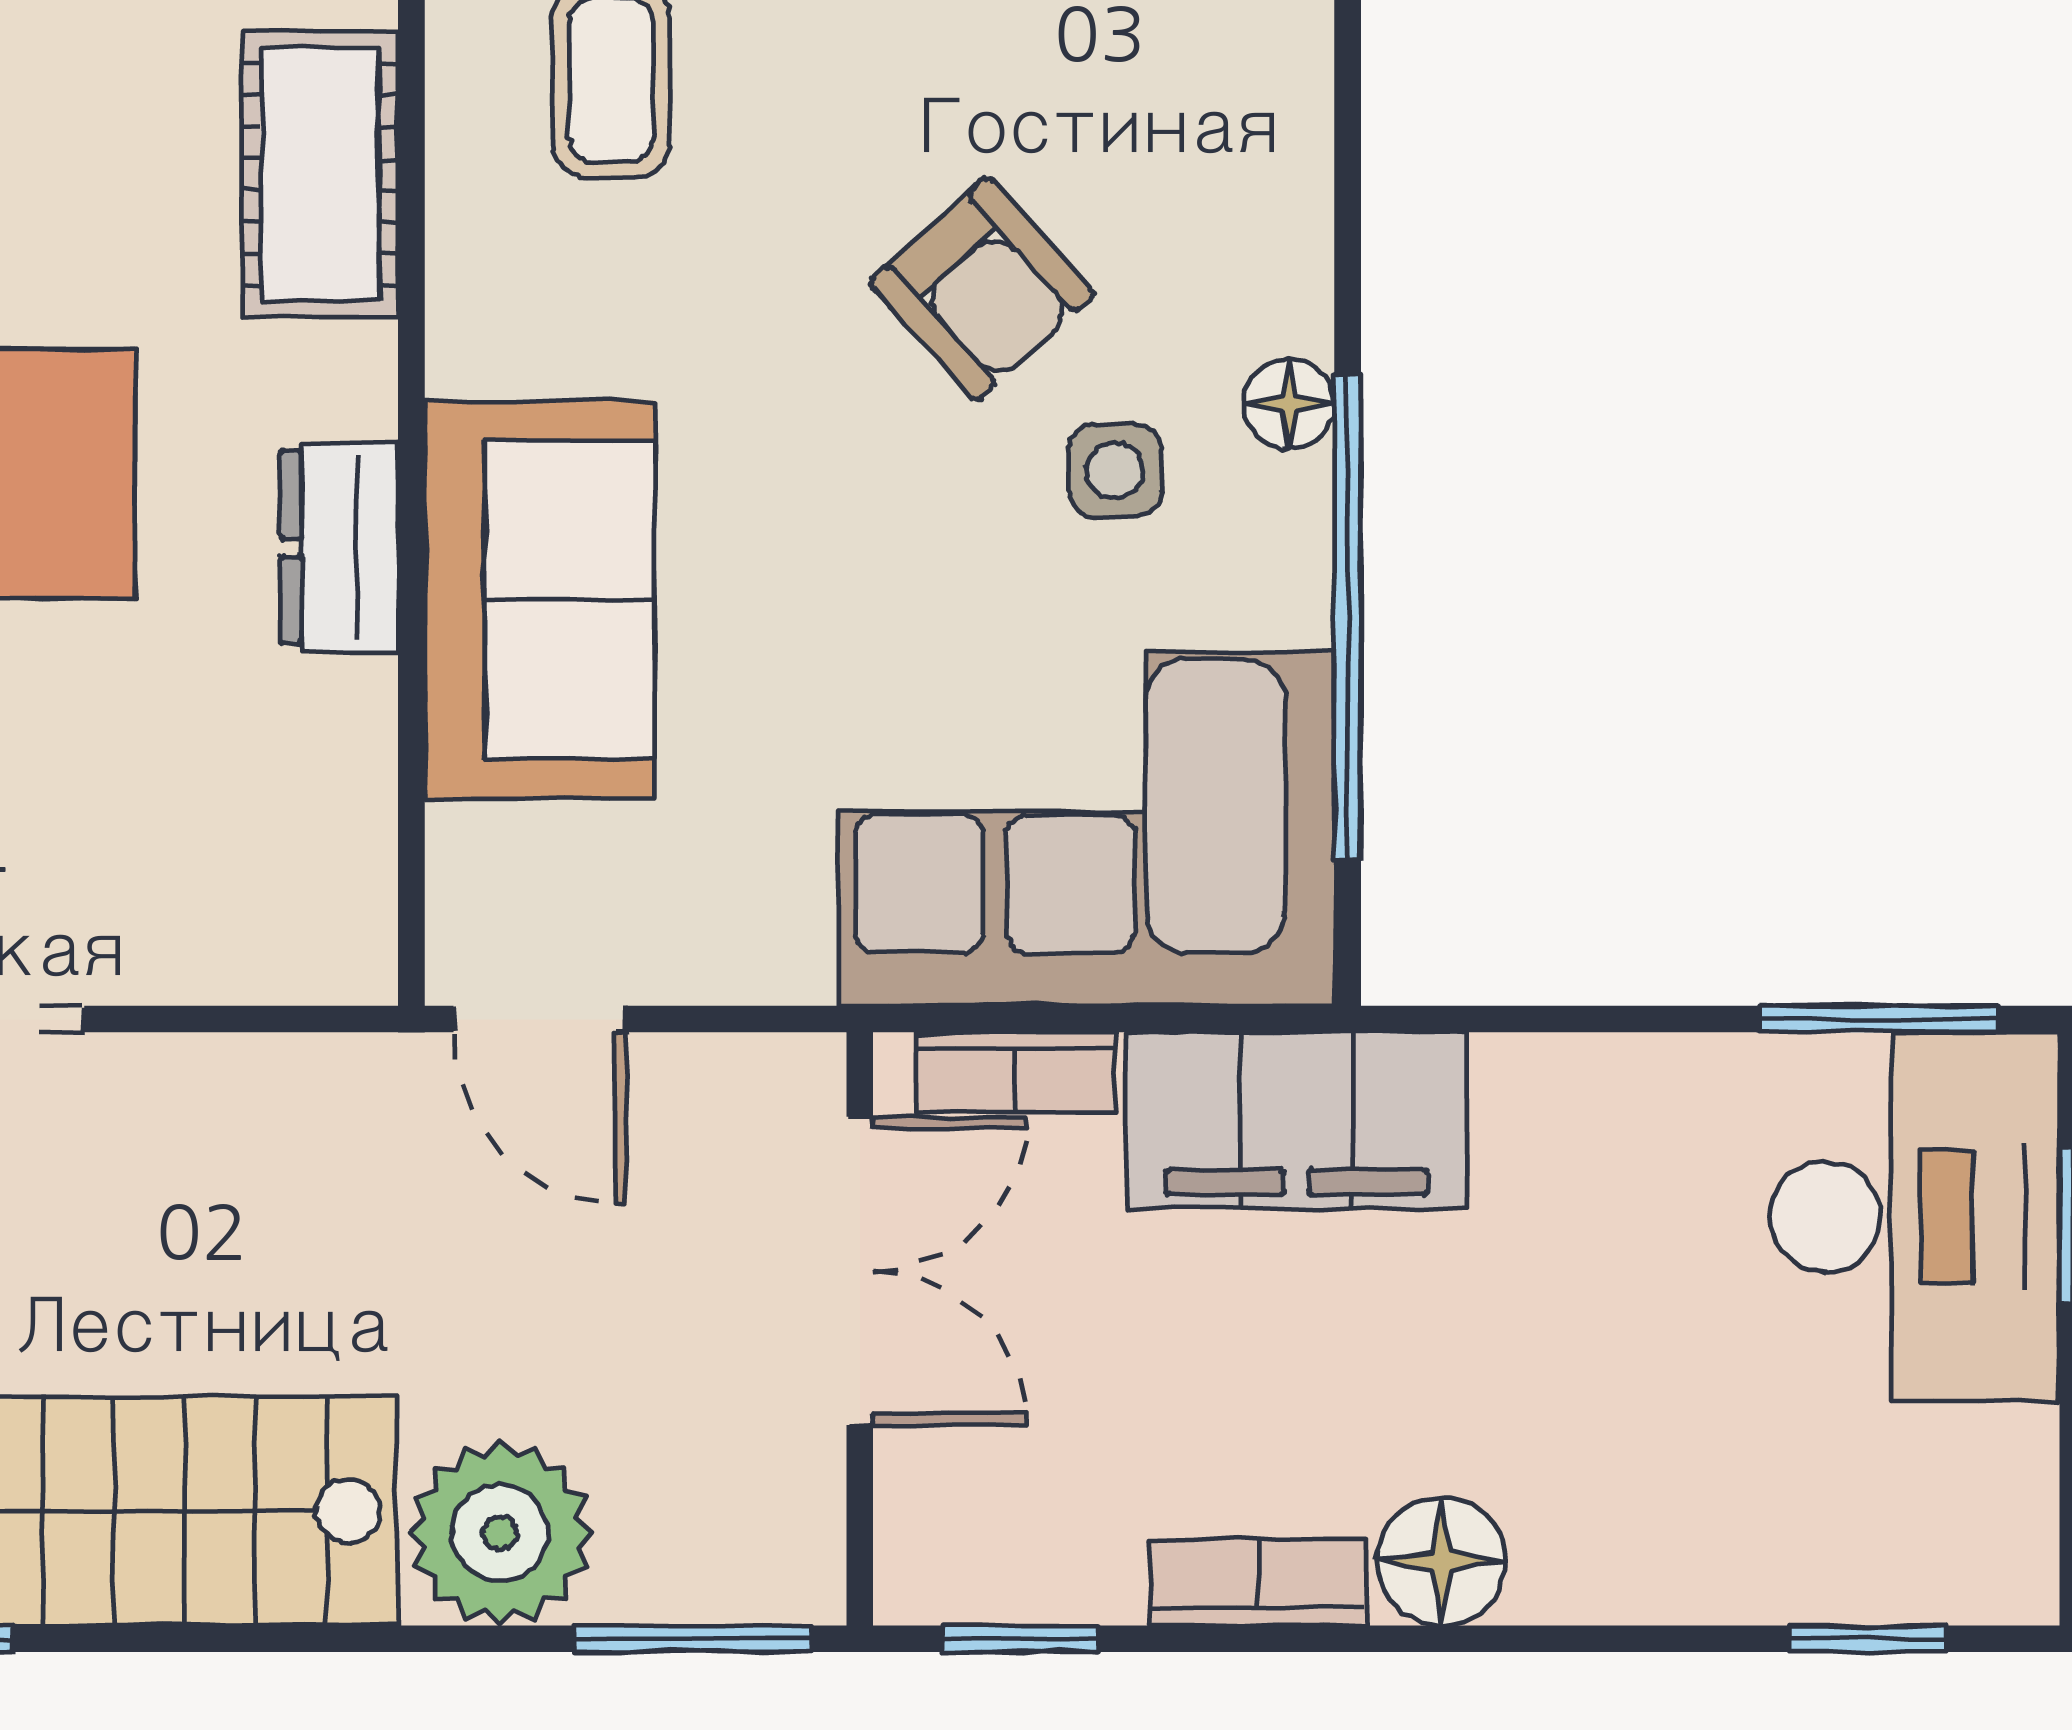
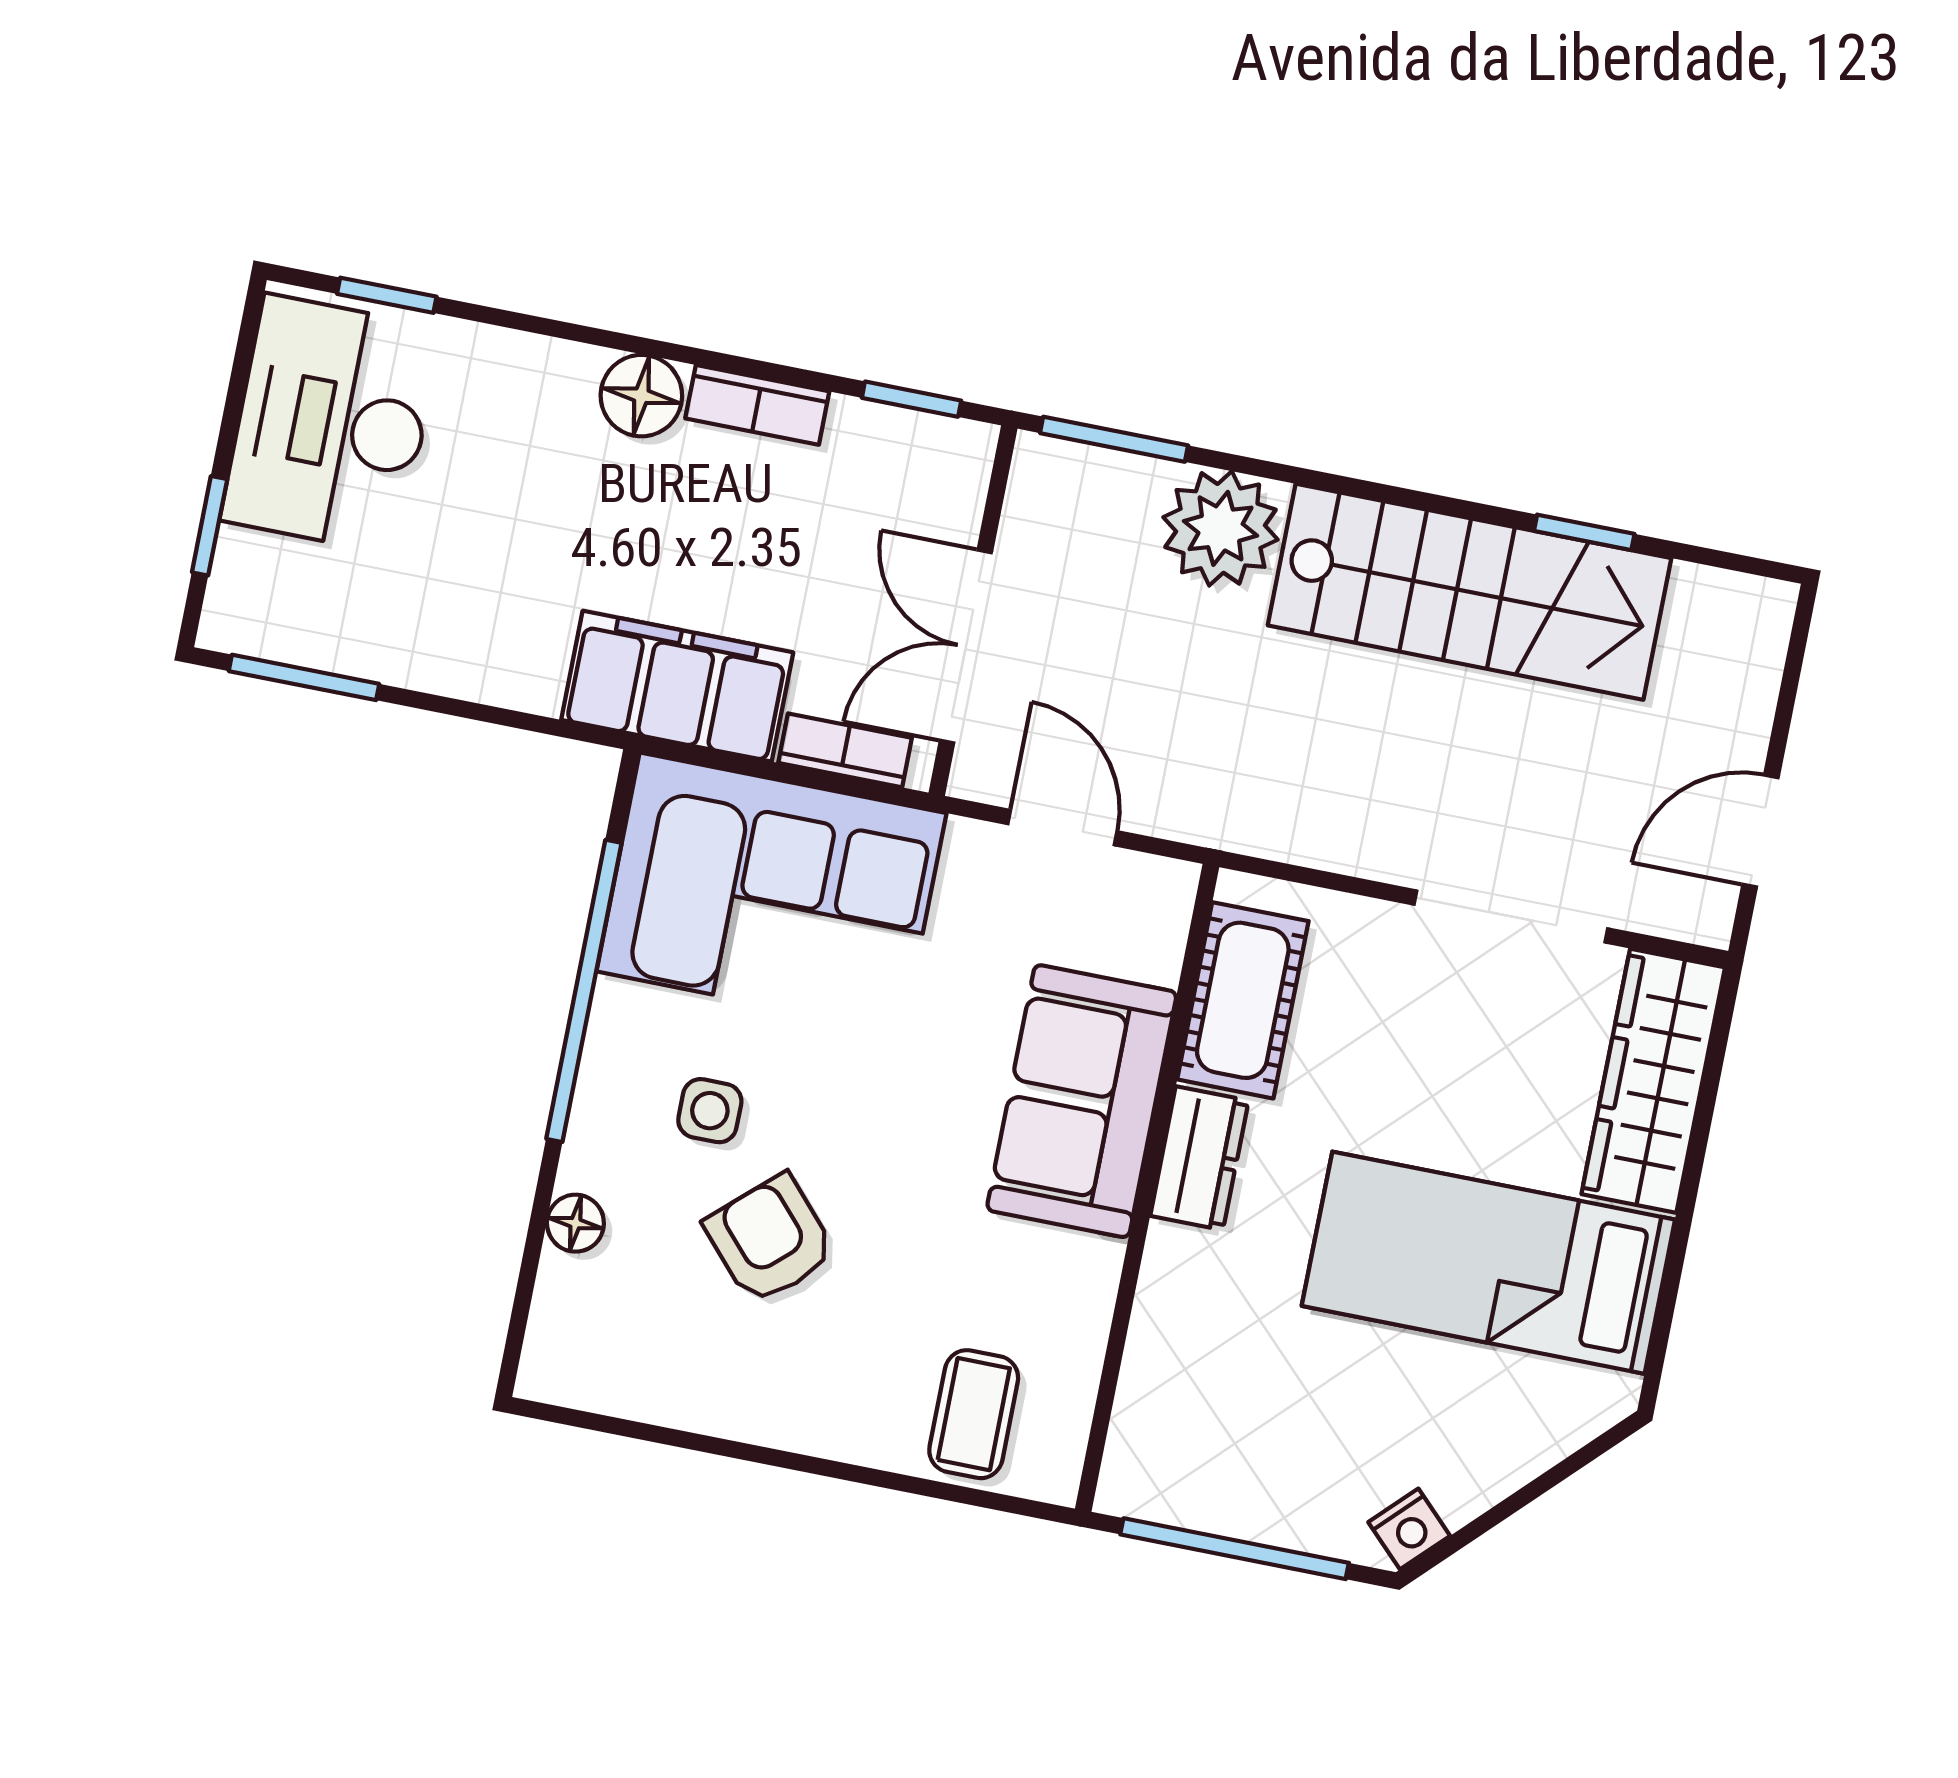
cot: (320, 174) -> (1243, 1000), moved
floor lamp: (1289, 404) -> (575, 1223), moved
door: (540, 1019) -> (1062, 828), moved
desk: (1915, 1216) -> (331, 424), moved

